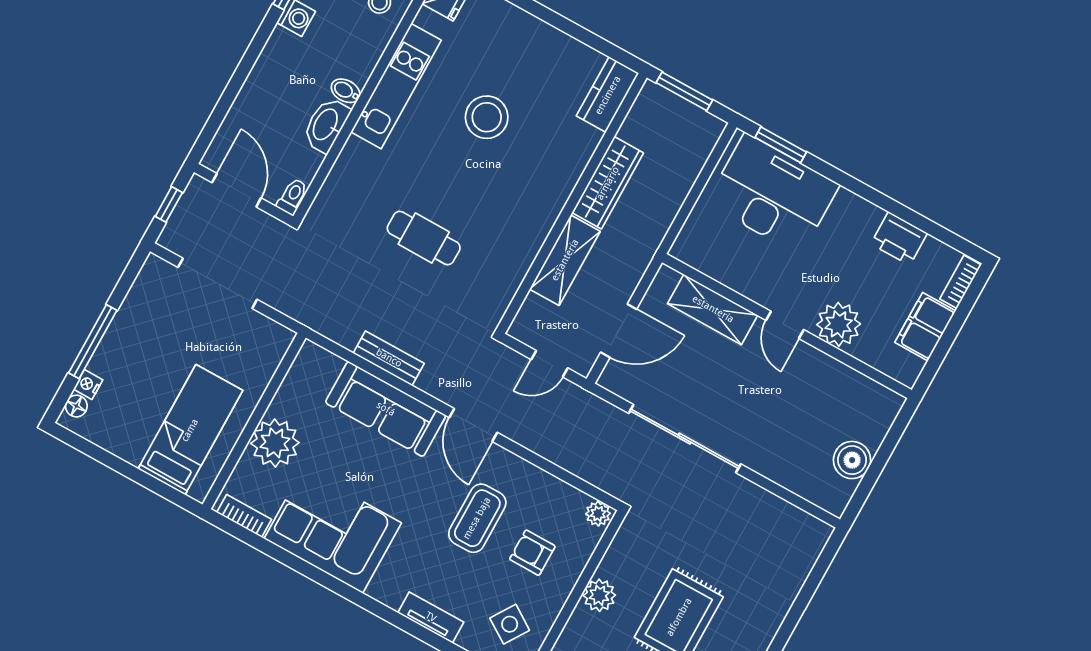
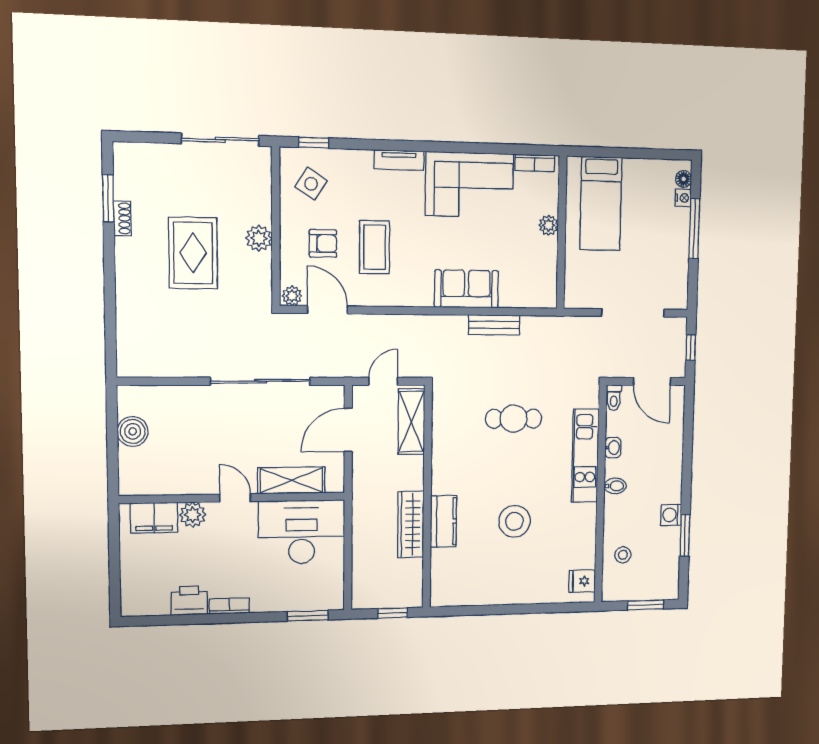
kitchen unit: (396, 86) -> (585, 456), moved
window: (684, 91) -> (393, 613), width x0.67
kitchen counter: (608, 95) -> (443, 521), moved
washbasin: (326, 125) -> (613, 448), width x0.52, depth x0.69
desk: (773, 194) -> (302, 532), moved, turned 180
shelving: (565, 260) -> (411, 422), moved
bookcase: (961, 282) -> (229, 606), moved, turned -90
plant: (839, 324) -> (193, 515), width x0.73, depth x0.73
filing cabinet: (925, 327) -> (154, 518), moved, turned 90
sofa: (386, 409) -> (466, 289), width x0.73
door: (473, 425) -> (327, 310), moved
plant: (275, 443) -> (549, 225), width x0.53, depth x0.53
tv unit: (431, 617) -> (399, 160), moved

